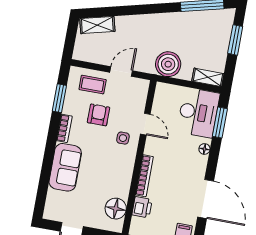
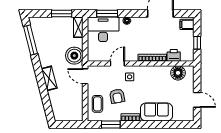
shelving: (97, 25) -> (49, 78), moved
window: (235, 40) -> (62, 14), moved
door: (121, 72) -> (85, 76), moved
armchair: (98, 115) -> (117, 96), turned -101

